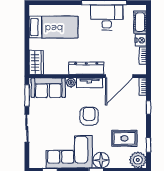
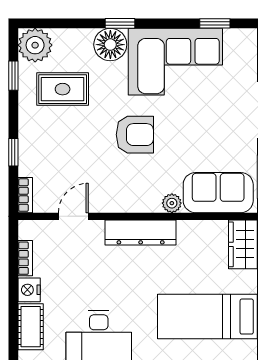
door: (119, 76) -> (73, 216), width x0.53
tv unit: (90, 83) -> (134, 203), removed
armchair: (89, 116) -> (135, 135), turned -90

